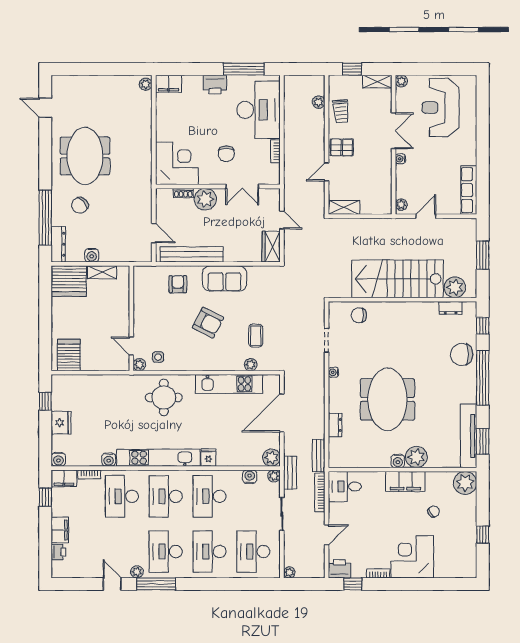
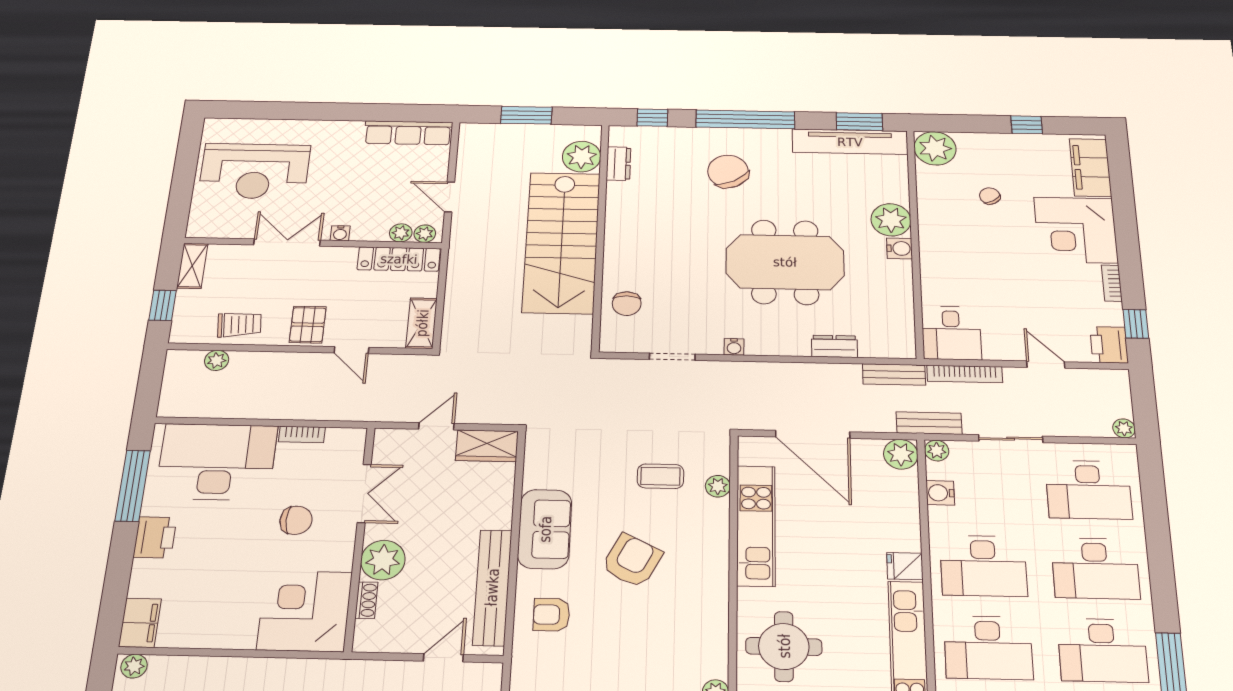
plant: (401, 81) -> (401, 233), moved
locker: (384, 192) -> (399, 259), added
chair: (462, 354) -> (728, 171), moved, turned 152
side table: (158, 357) -> (700, 655), removed
filing cabinet: (405, 481) -> (1090, 167), moved, turned 180

